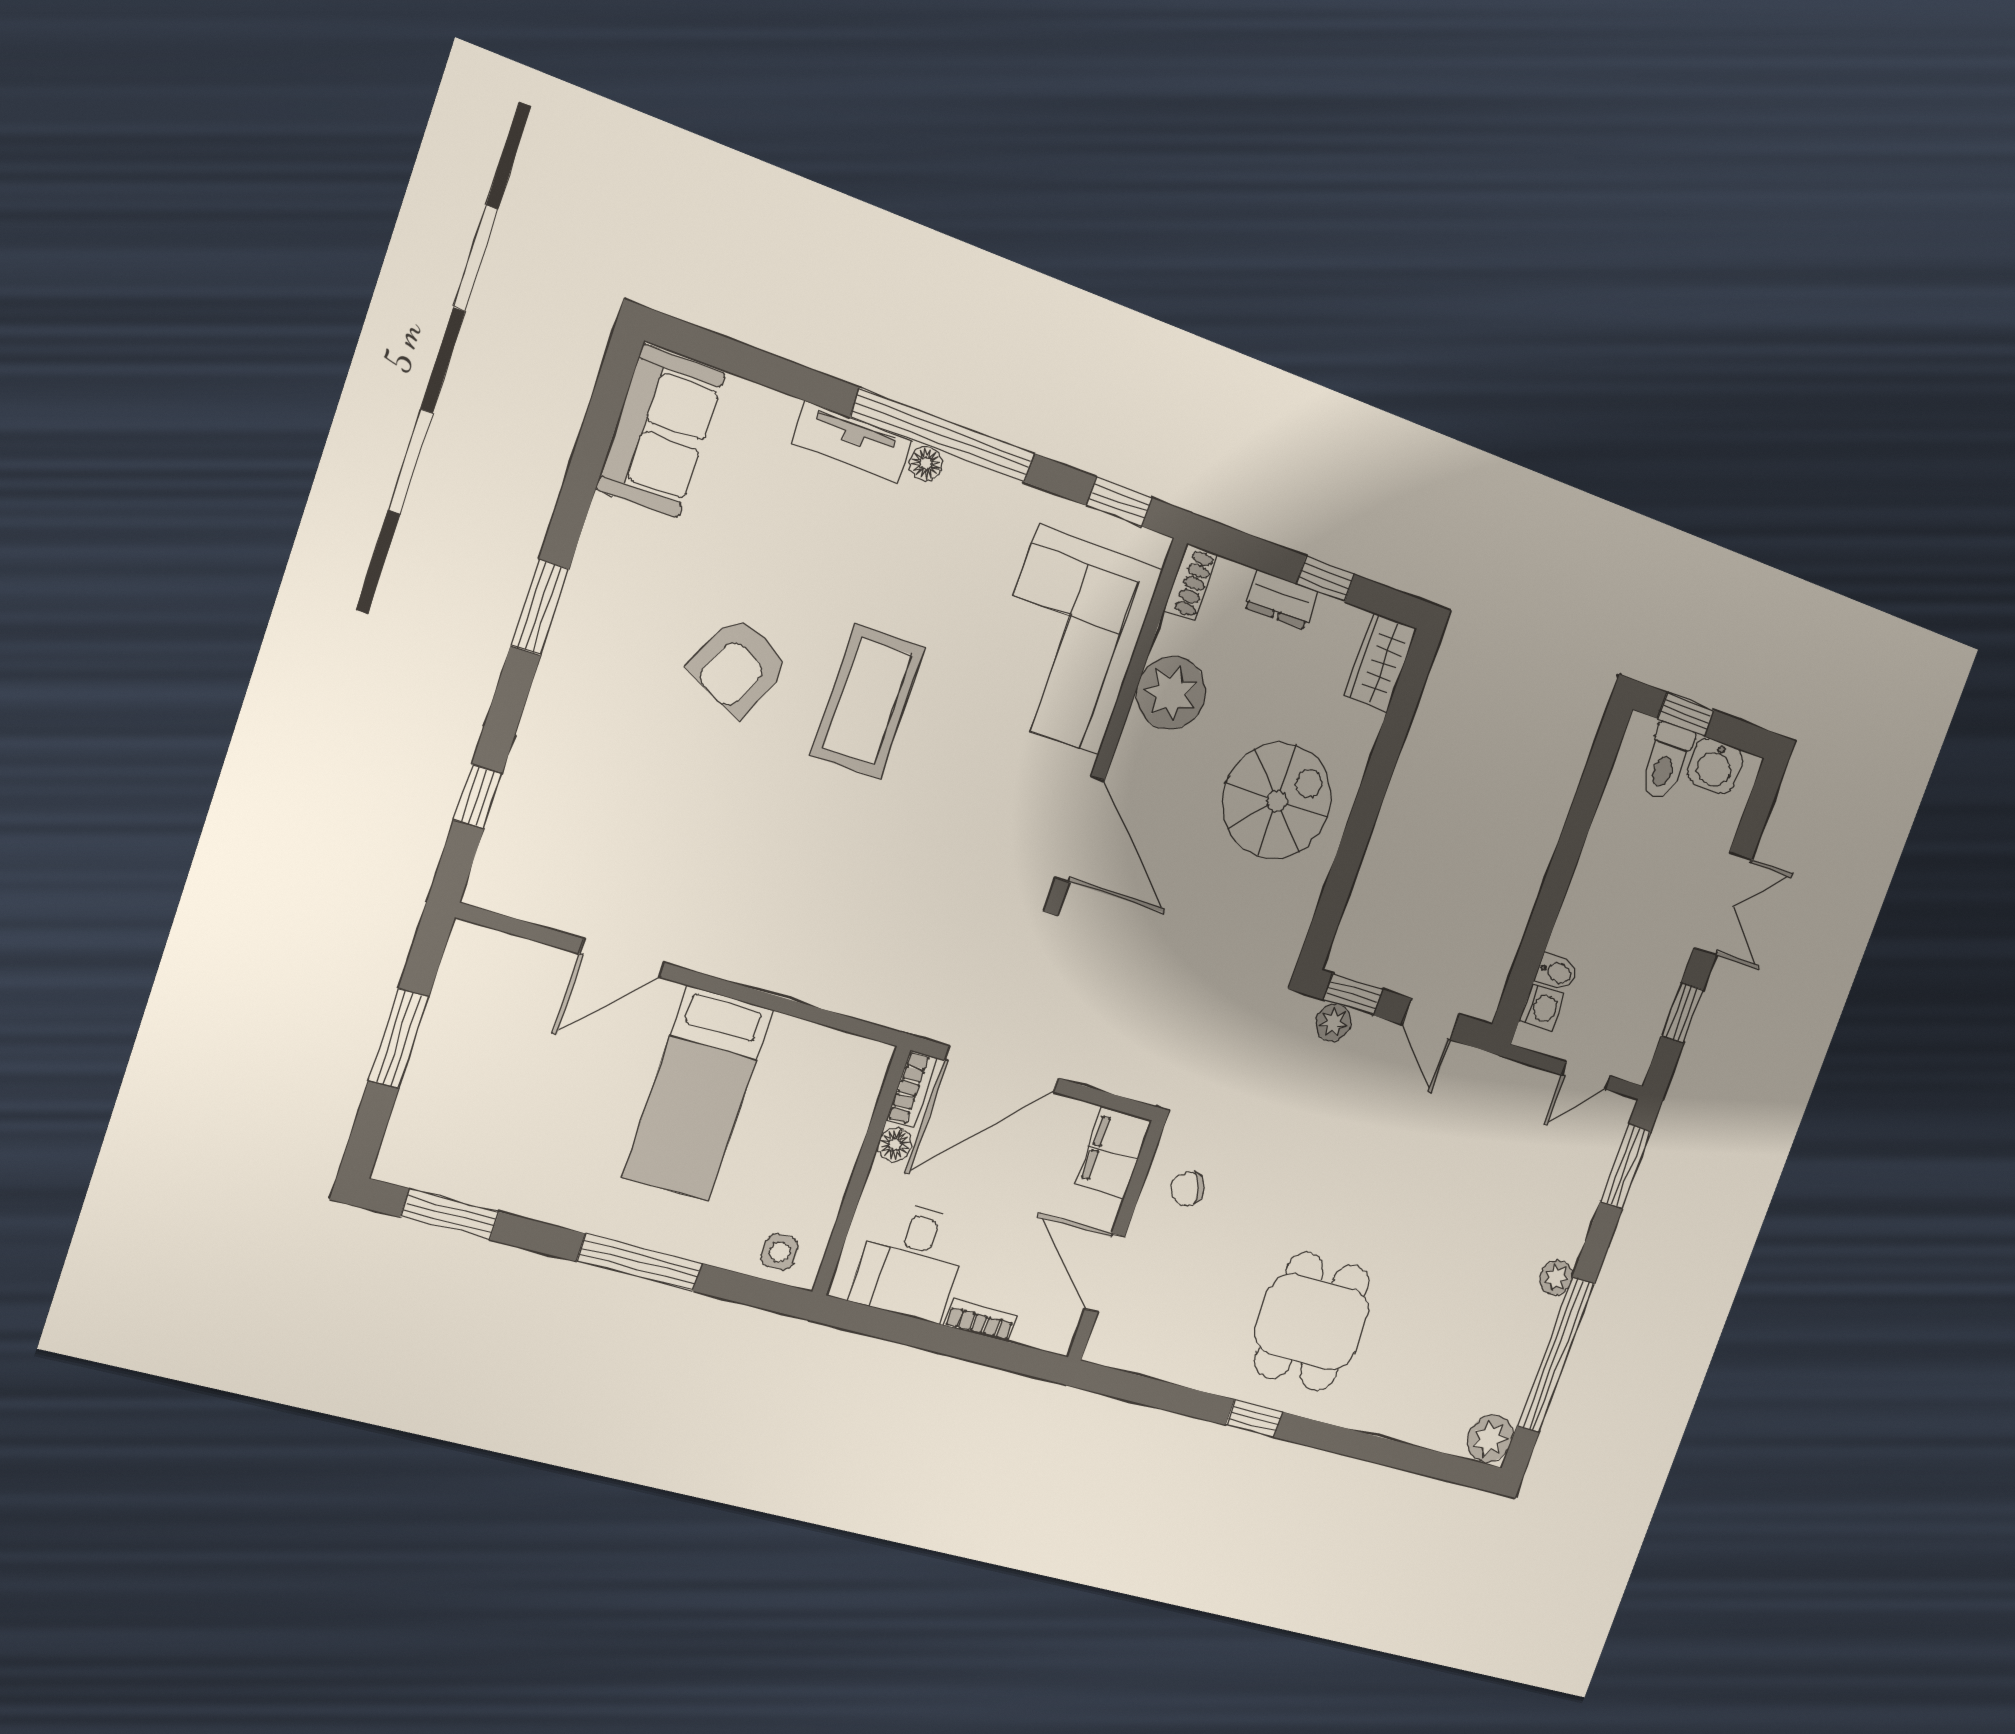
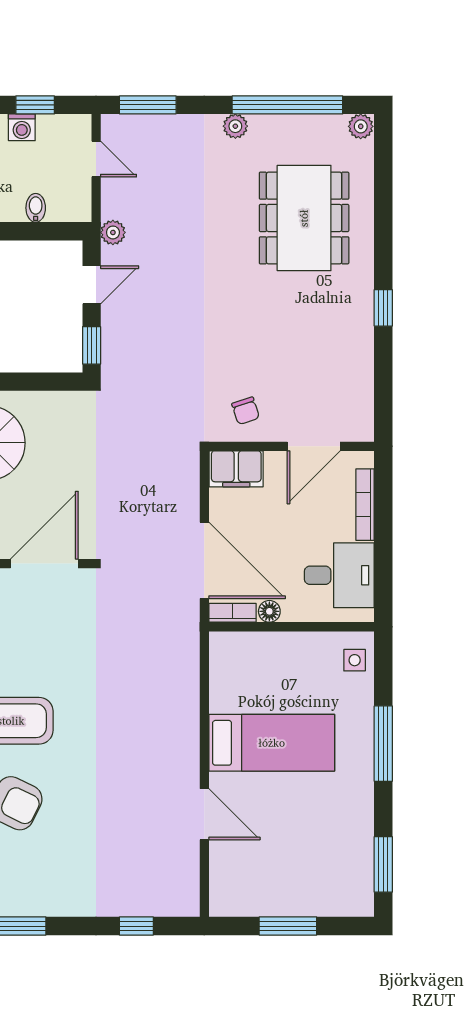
washing machine: (1542, 1008) -> (22, 127), moved, turned 180
plant: (1333, 1022) -> (113, 232), moved
bookcase: (980, 1320) -> (365, 505), width x1.56
dining table: (1312, 1322) -> (304, 218), moved, width x1.38
plant: (1490, 1439) -> (361, 126), width x0.73, depth x0.73

